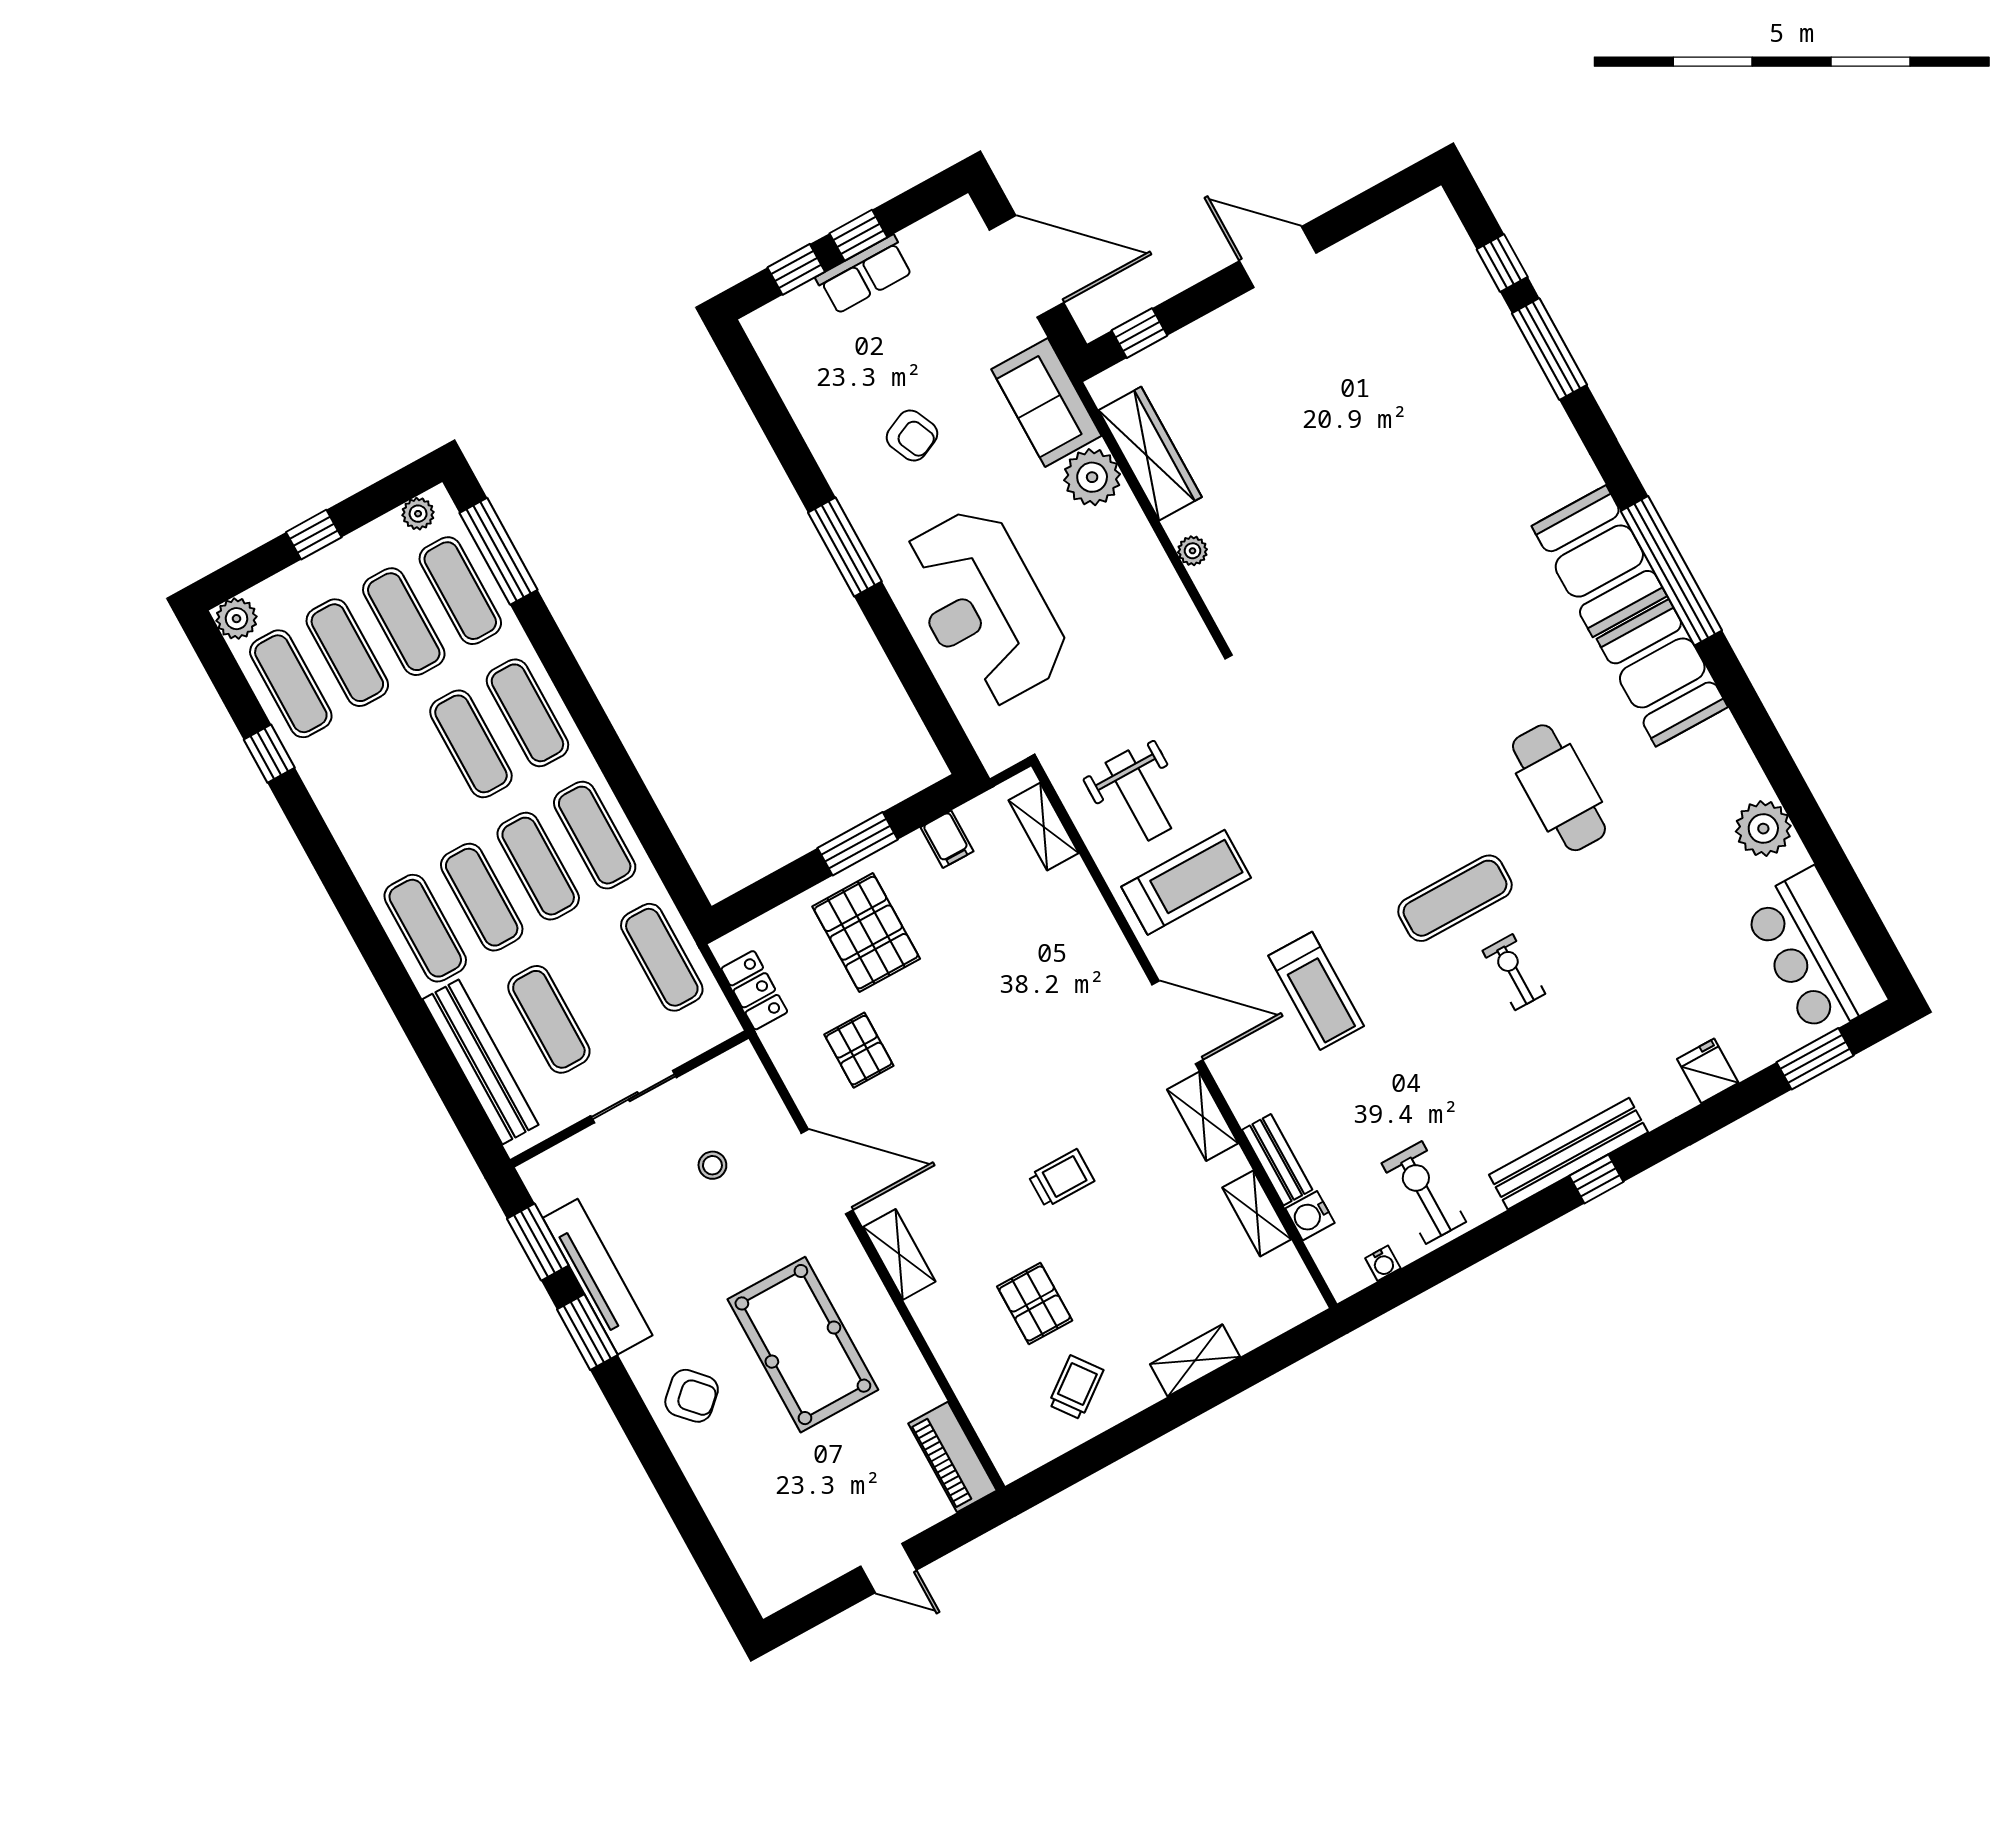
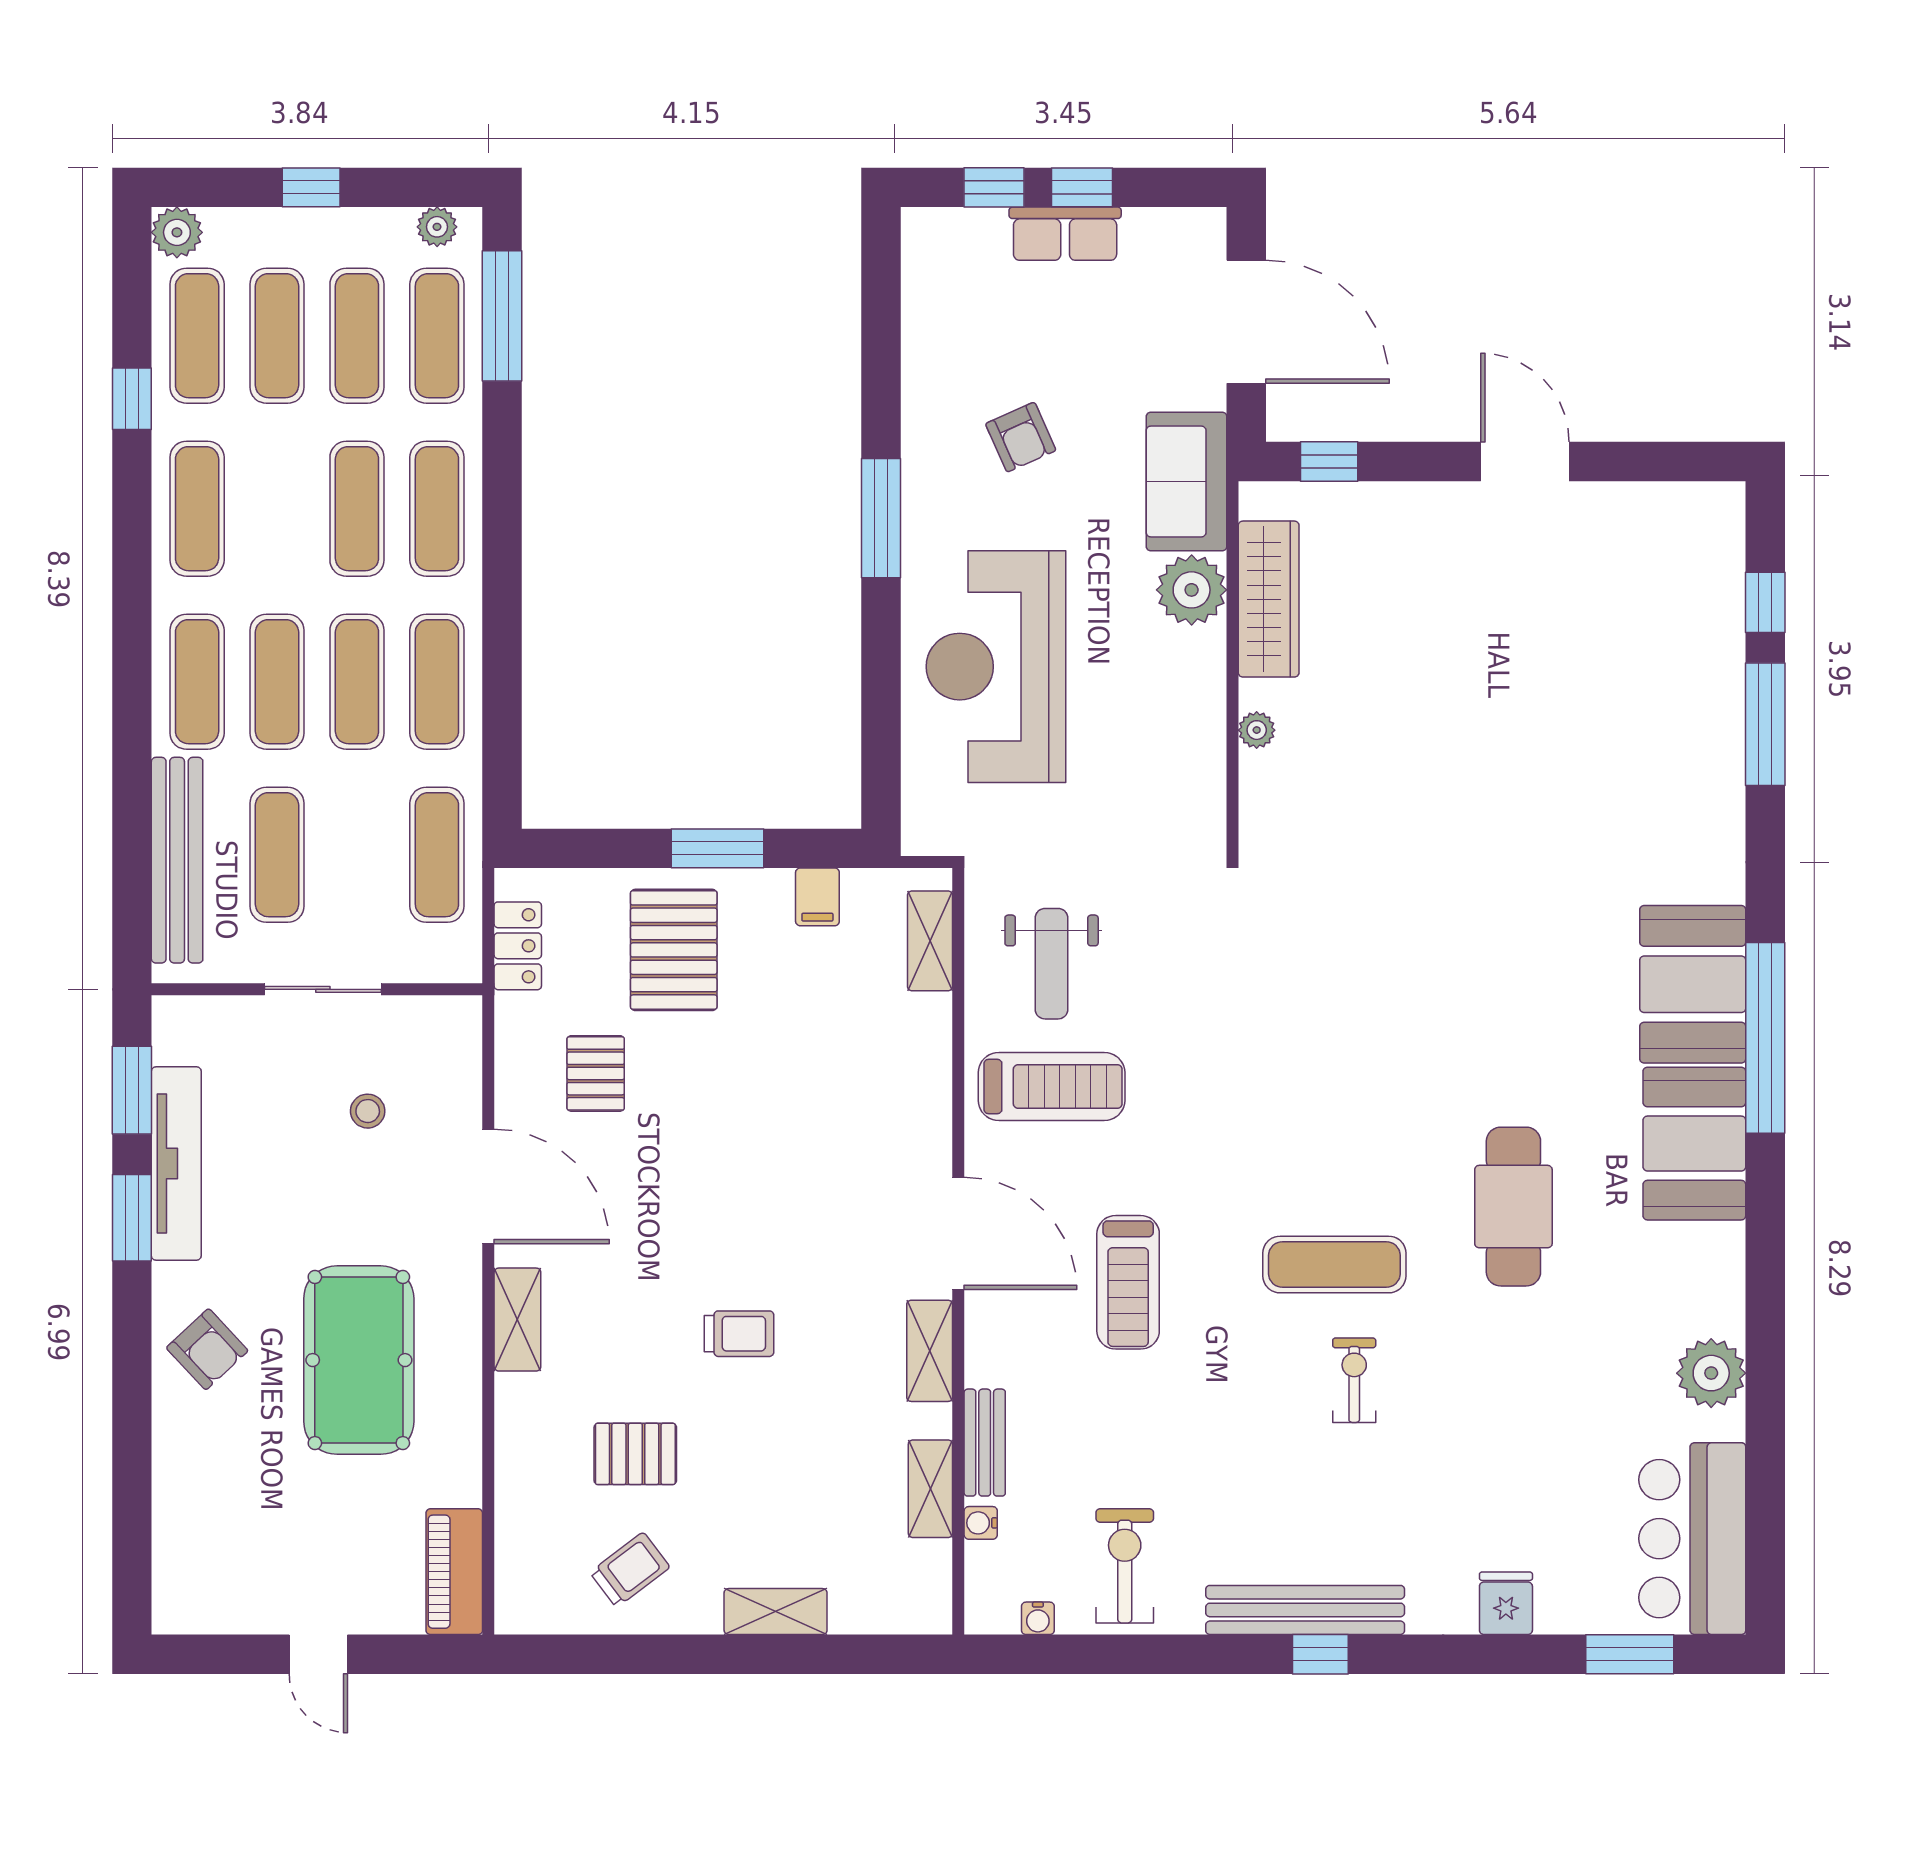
exercise mat: (358, 806) -> (197, 509), added
water cooler: (1310, 1216) -> (981, 1523), width x0.72, depth x0.72
pallet: (1035, 1303) -> (635, 1454), turned 90

